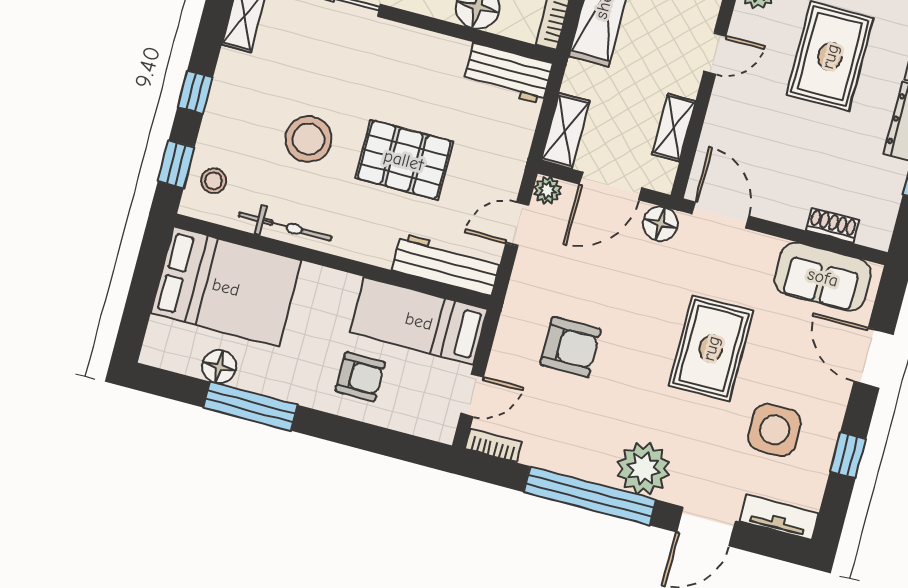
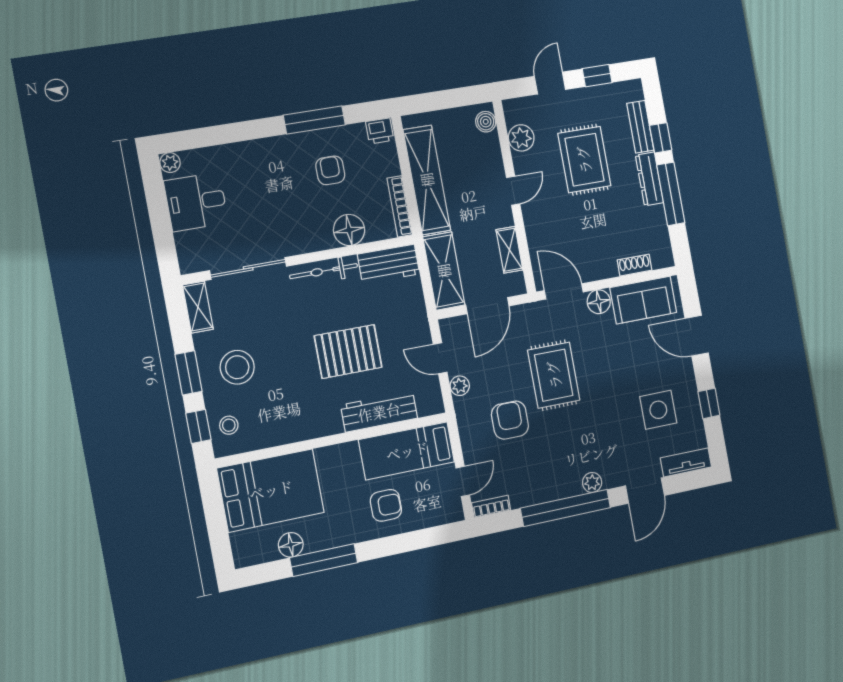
window: (195, 92) -> (188, 373), width x1.50
shelving: (565, 131) -> (444, 271), width x1.50, depth x1.33
stool: (308, 139) -> (237, 367), moved
plant: (547, 190) -> (460, 386), moved
door: (517, 224) -> (440, 358), hinge flipped
floor lamp: (660, 224) -> (599, 302), moved
bicycle: (285, 226) -> (324, 271), moved, turned 180
workbench: (446, 265) -> (379, 412), moved
armchair: (570, 347) -> (510, 420), turned -90
rug: (711, 348) -> (554, 375), moved
plant: (644, 469) -> (592, 482), width x0.53, depth x0.53

